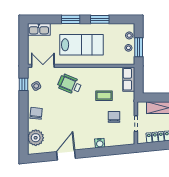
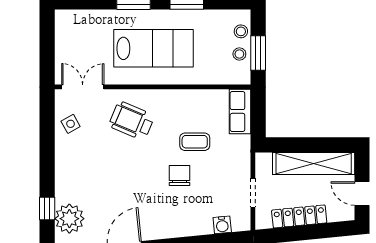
kitchen sink: (39, 29) -> (75, 20), removed
window: (23, 84) -> (47, 208), moved
chair: (36, 113) -> (70, 174), removed
chair: (114, 117) -> (180, 175), moved
water cooler: (100, 143) -> (222, 225), moved

